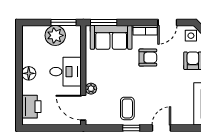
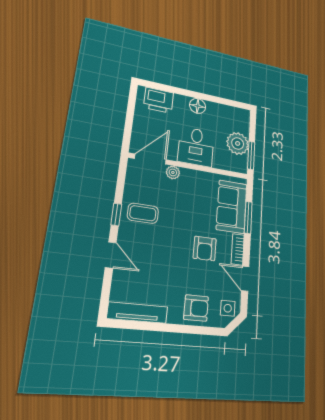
window: (104, 22) -> (248, 217), moved

